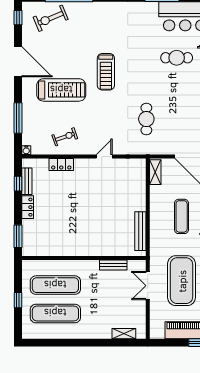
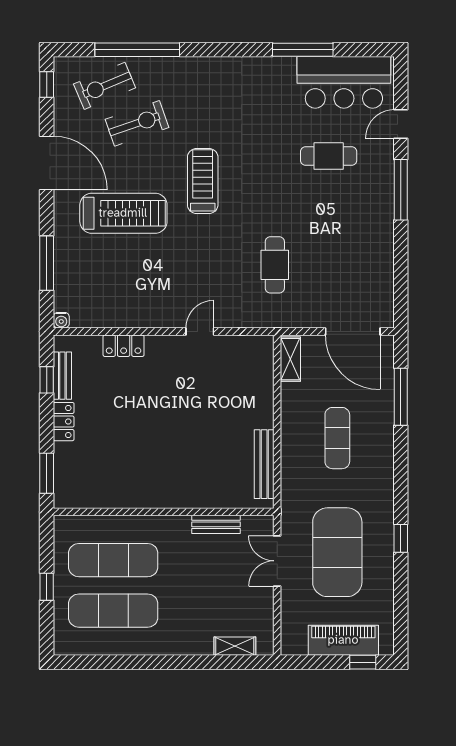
treadmill: (106, 72) -> (203, 181), turned 180
exercise bike: (65, 137) -> (137, 123), moved, width x1.38, depth x1.39

